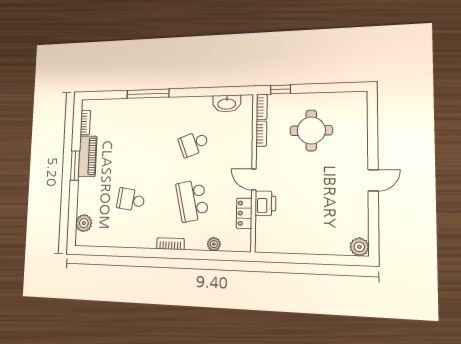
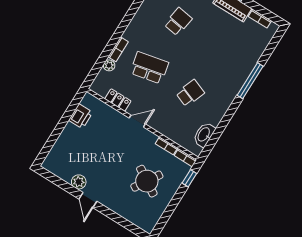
round table: (311, 130) -> (147, 181), turned 32
school desk: (194, 144) -> (190, 93), turned 42
printer: (265, 203) -> (81, 116), moved, turned -90
bookcase: (170, 244) -> (118, 49), moved
plant: (359, 247) -> (79, 182), moved

